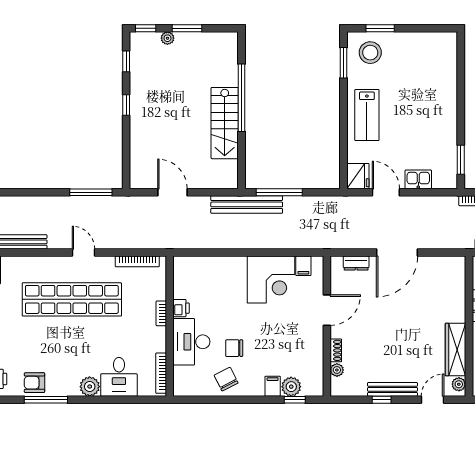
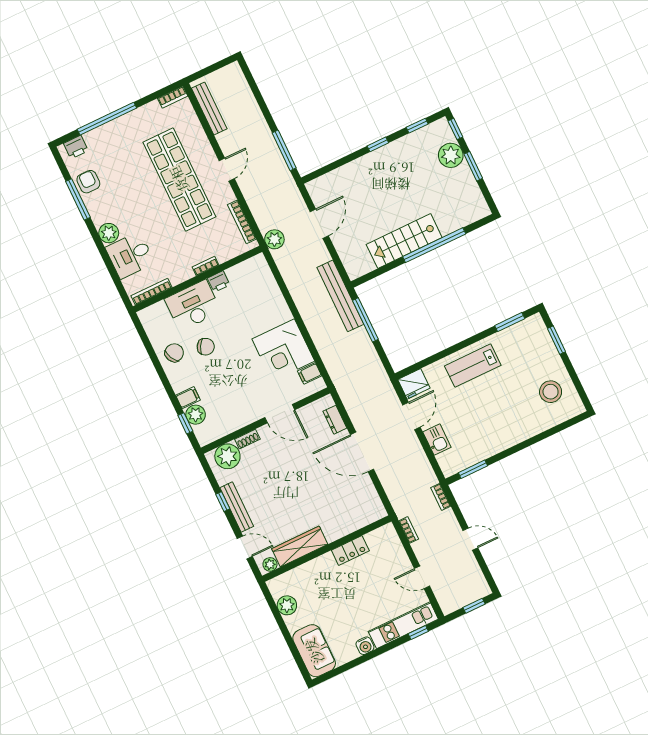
plant: (167, 38) -> (451, 155), width x1.87, depth x1.87
stool: (370, 53) -> (551, 392), moved
plant: (167, 239) -> (274, 239), added
chair: (234, 348) -> (206, 347), turned 120
plant: (337, 370) -> (227, 456), width x1.87, depth x1.87

